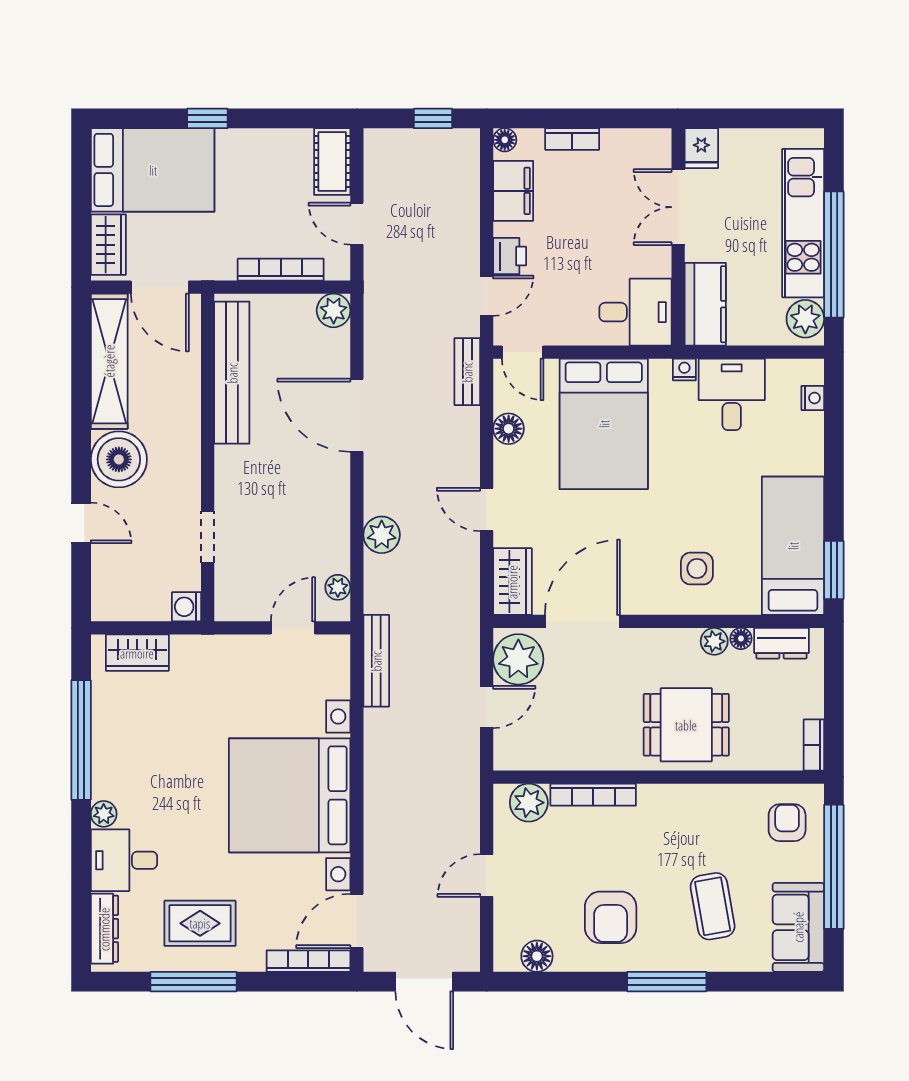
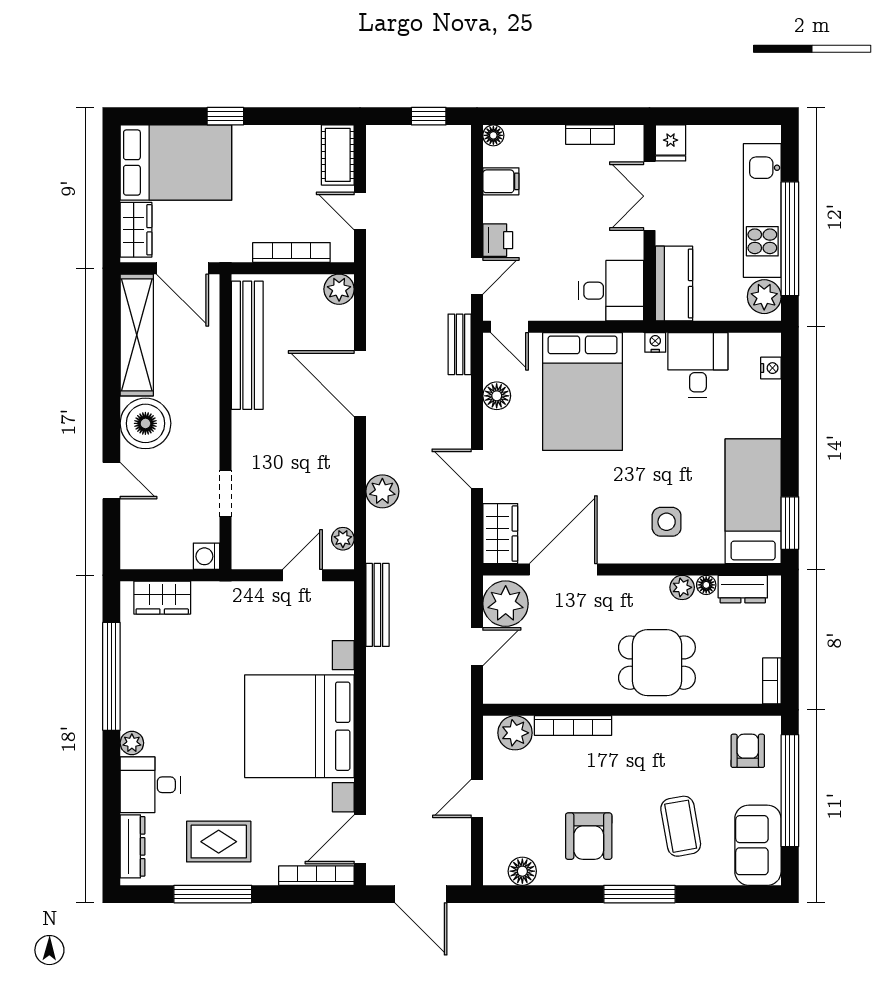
bookcase: (572, 139) -> (590, 135), moved
filing cabinet: (513, 191) -> (501, 181), width x0.50

